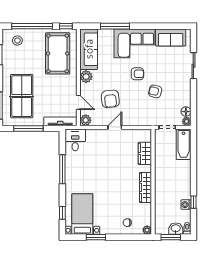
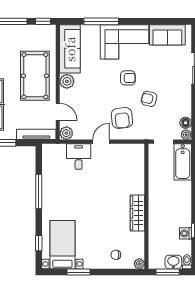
pool table: (58, 53) -> (35, 76), moved
armchair: (110, 99) -> (122, 118), moved
desk: (75, 140) -> (79, 157), moved
wardrobe: (145, 153) -> (137, 173), removed

